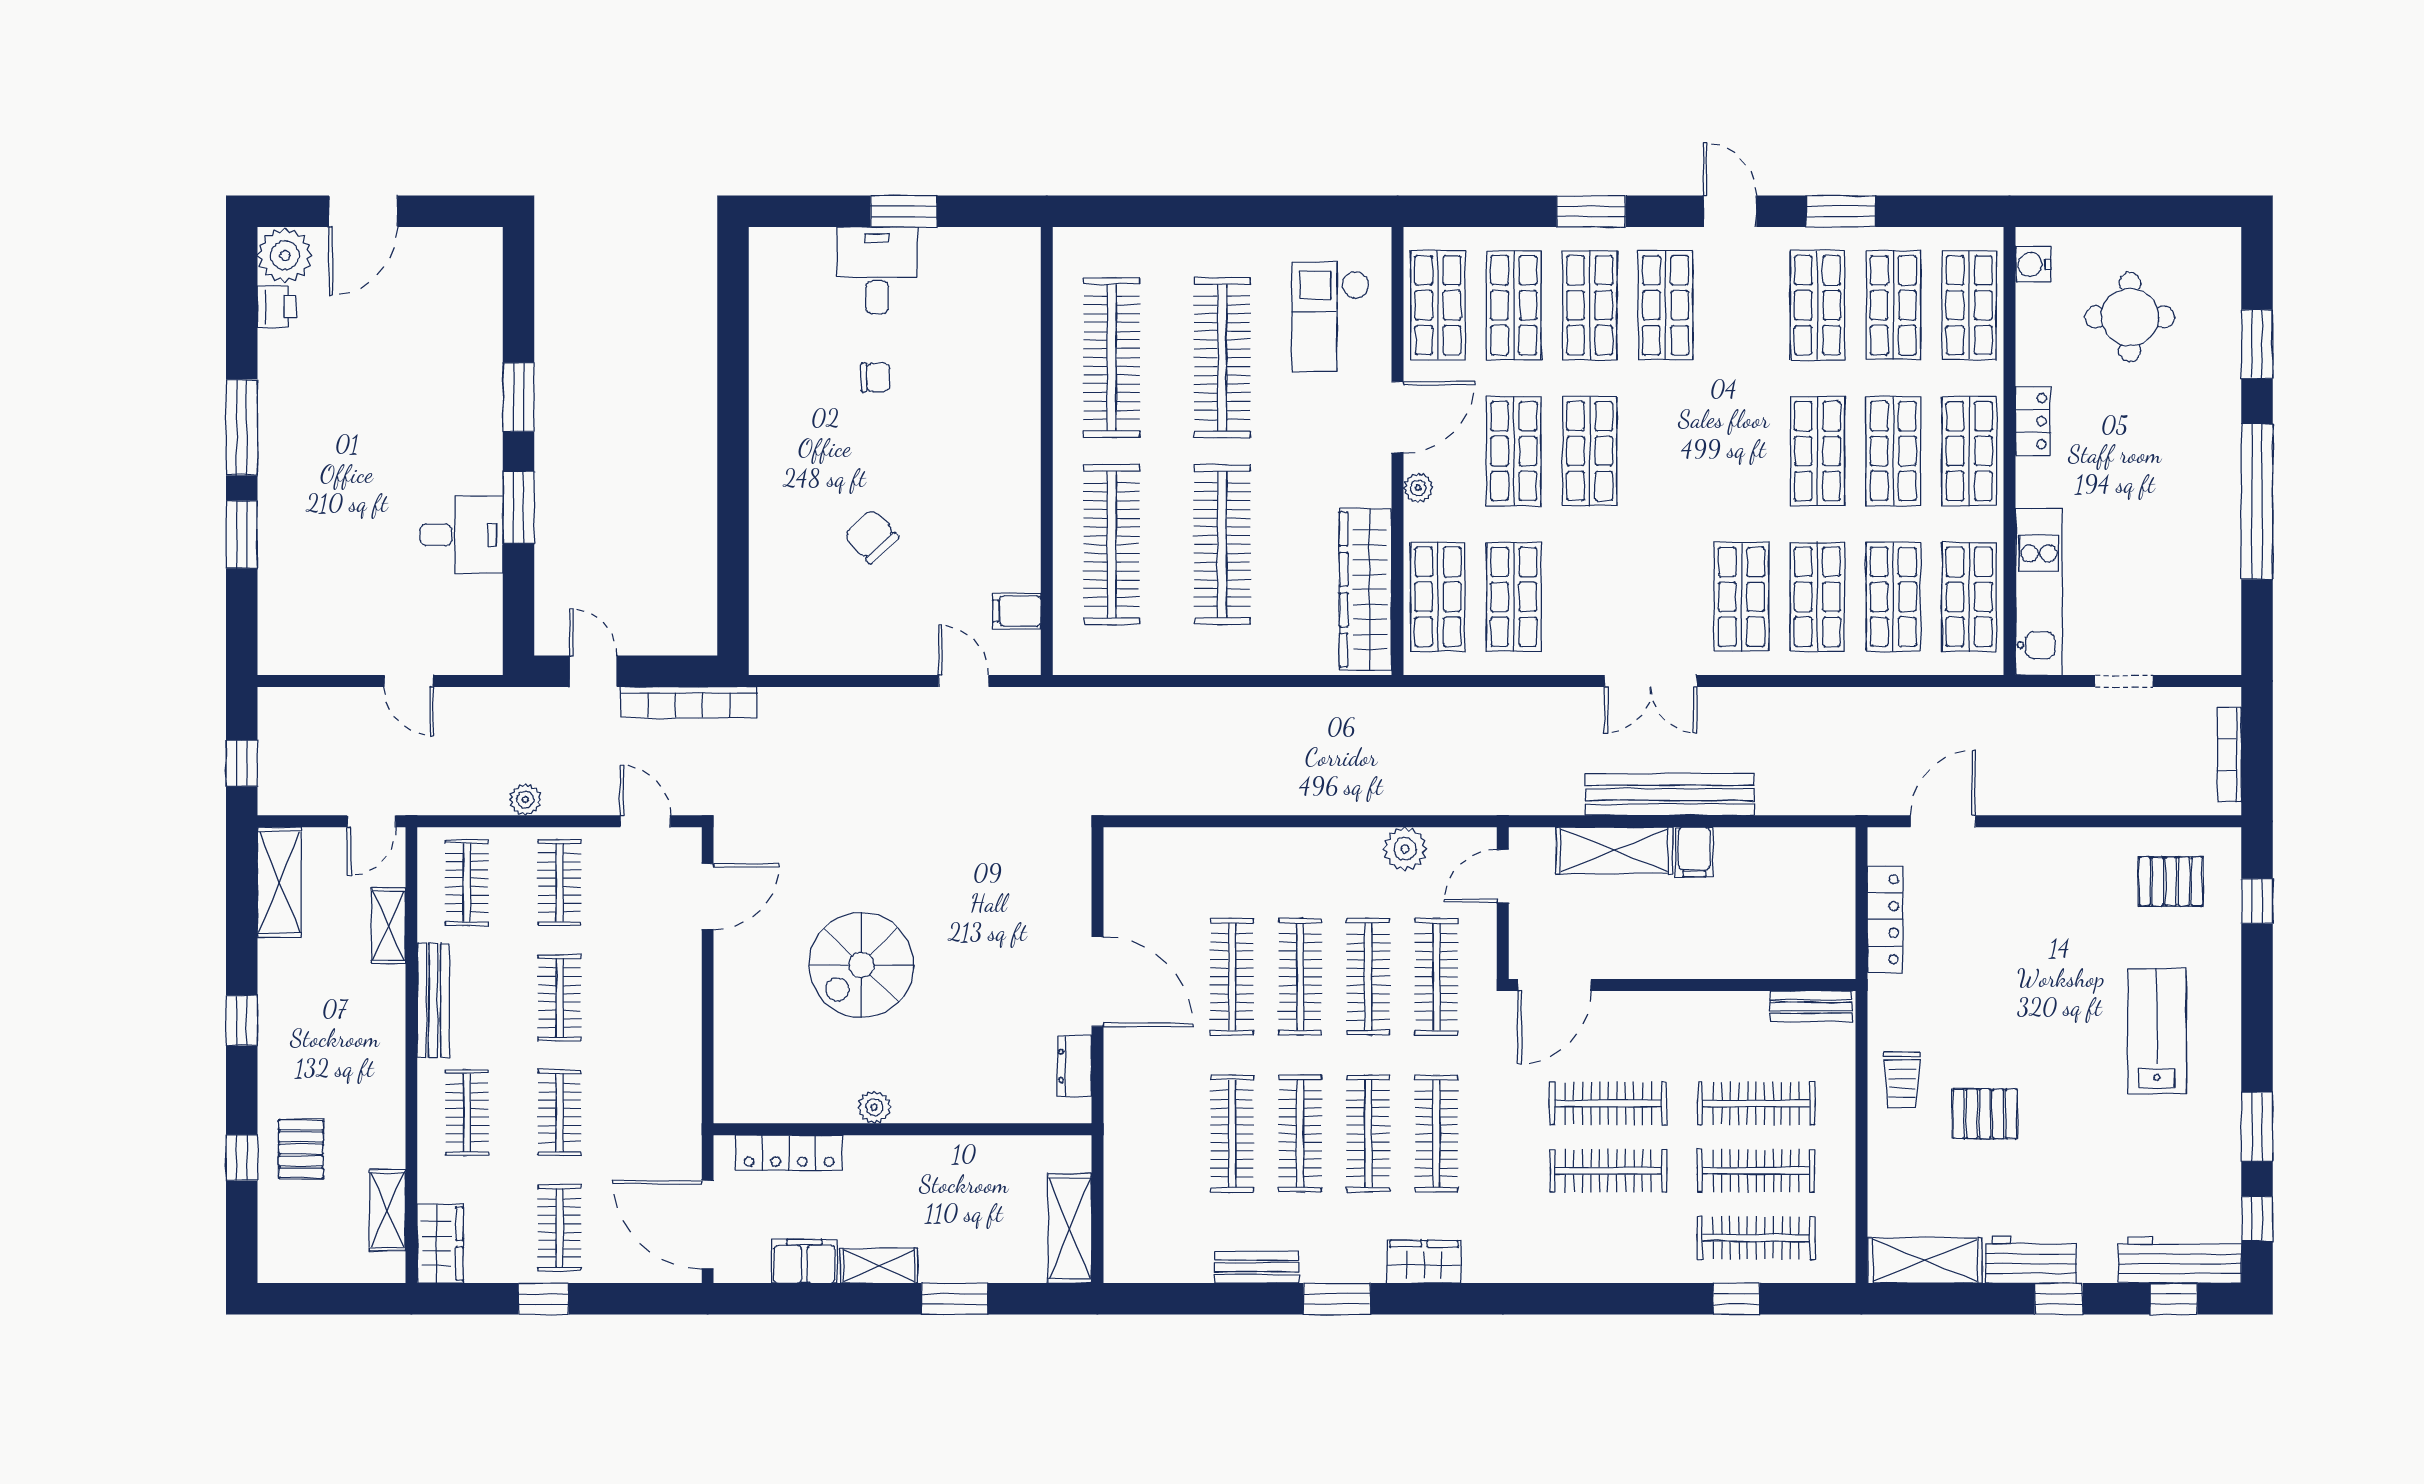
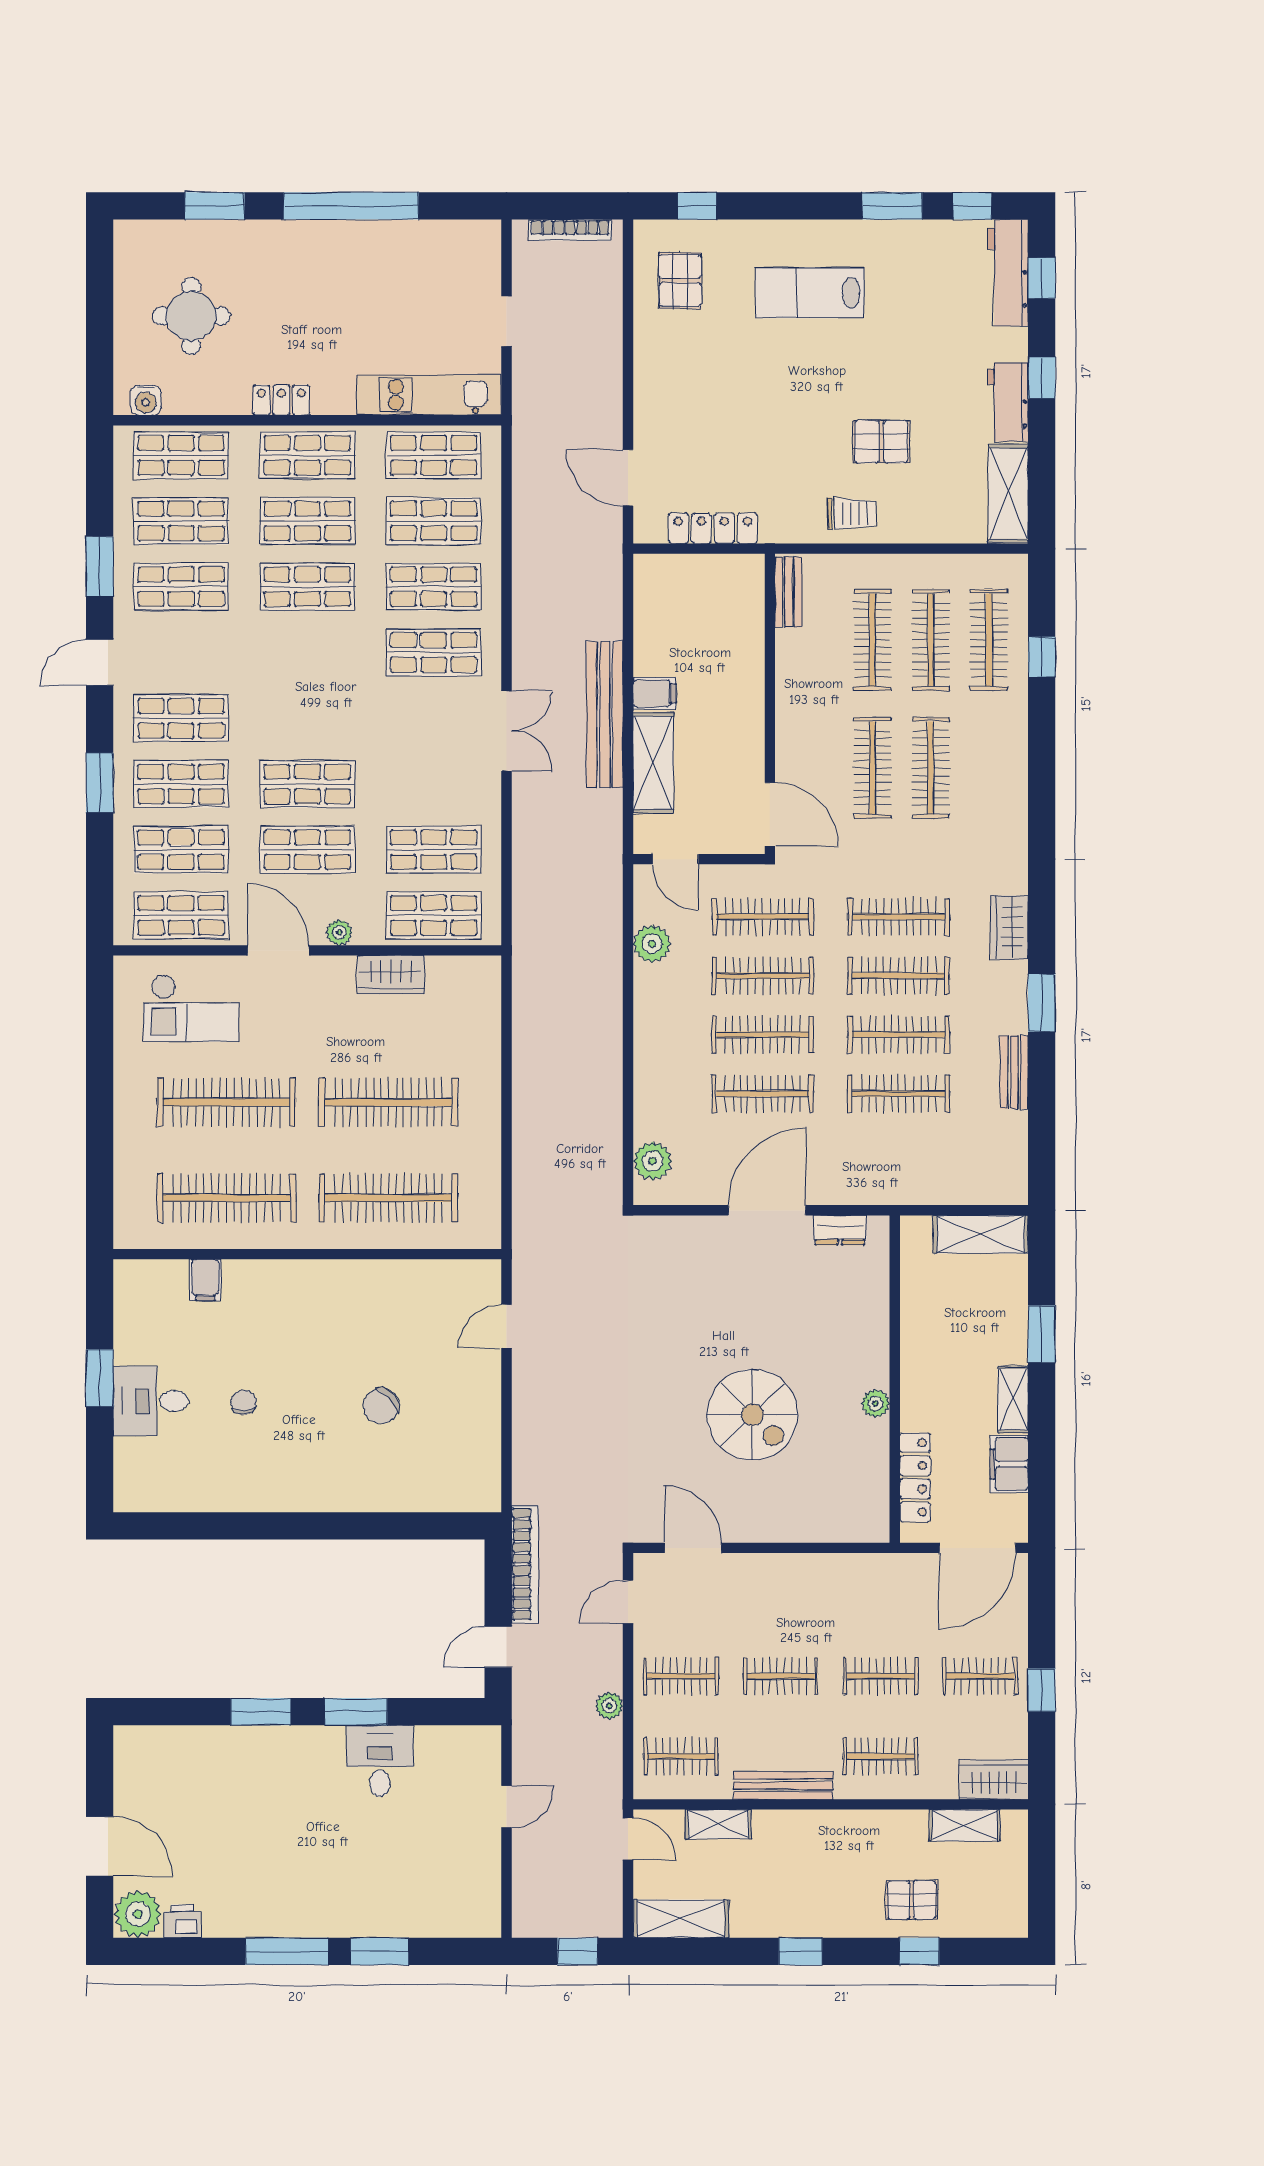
wardrobe: (1366, 590) -> (391, 975), width x0.48, depth x0.85
filing cabinet: (1017, 611) -> (205, 1280), moved
plant: (1154, 850) -> (652, 1161), added
pallet: (1985, 1114) -> (881, 442), turned 90

